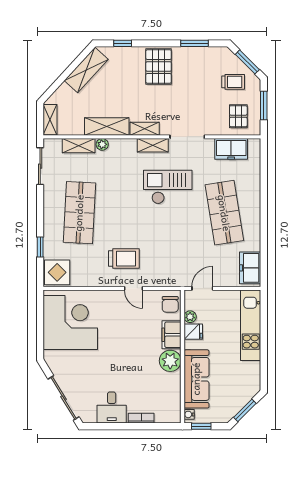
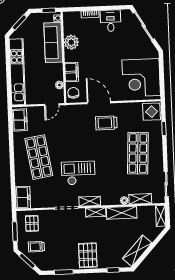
freezer: (231, 149) -> (23, 197), moved, turned 90
checkout: (168, 187) -> (78, 173), turned 180
door: (133, 288) -> (99, 103), width x1.88
kitchen unit: (251, 325) -> (17, 72), width x1.36
fridge: (193, 332) -> (57, 75), removed
plant: (170, 361) -> (71, 42), moved

